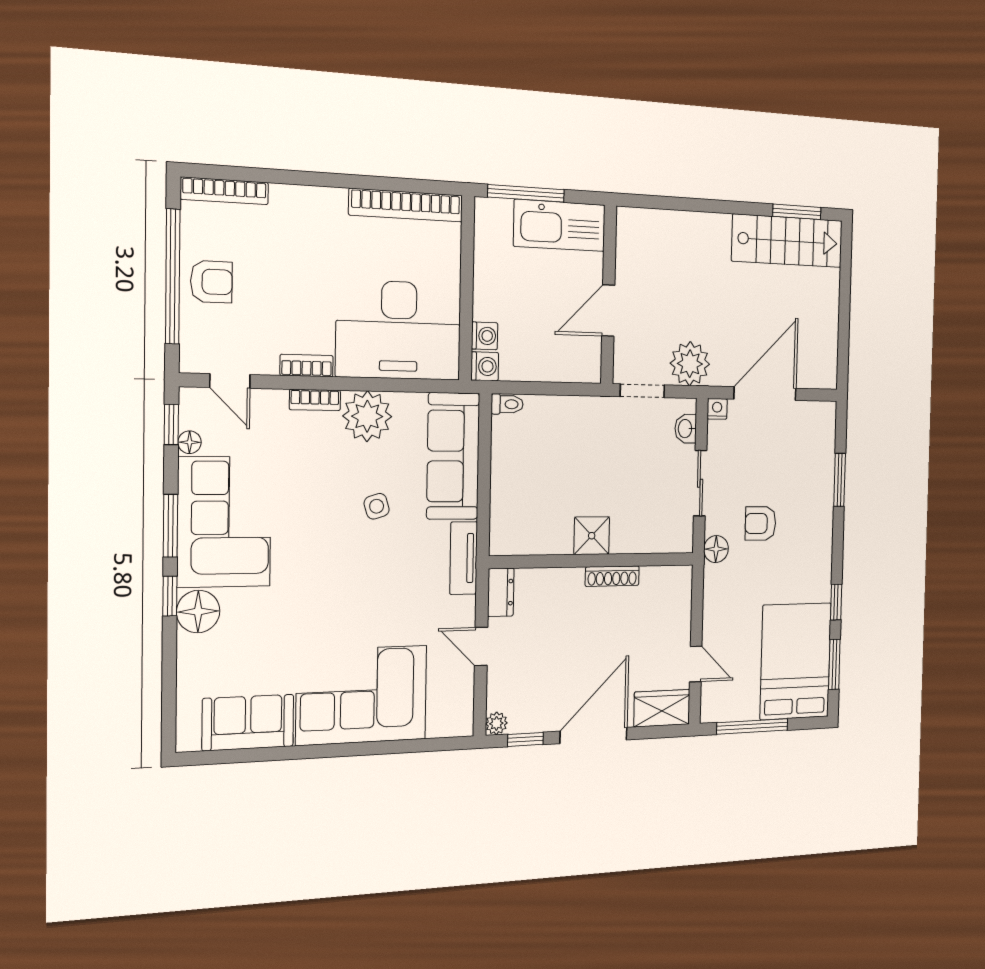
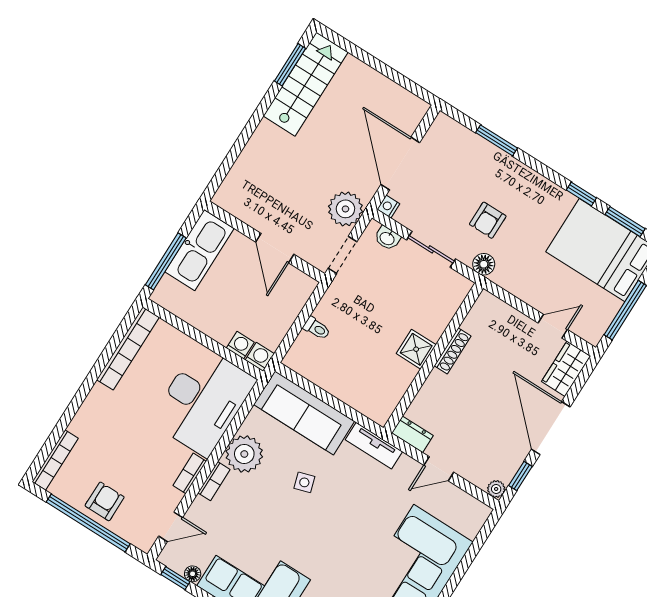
toilet: (507, 404) -> (317, 328), moved, turned 90

